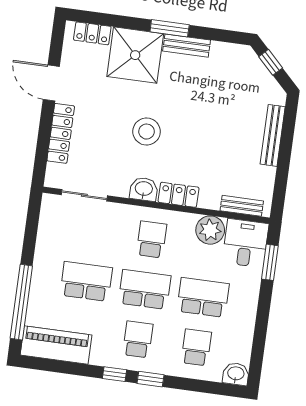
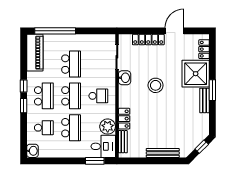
washbasin: (144, 189) -> (125, 78), moved
locker: (179, 195) -> (124, 119), moved
school desk: (138, 339) -> (44, 96), width x1.85

